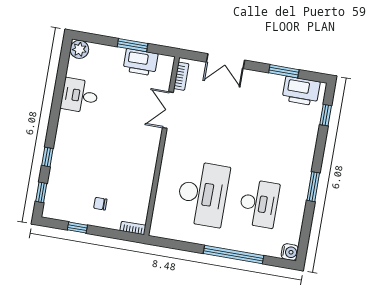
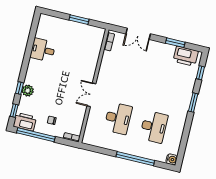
plant: (79, 49) -> (28, 91), moved
printer: (140, 62) -> (25, 122), moved, turned 180
double door: (168, 110) -> (91, 95), moved
window: (313, 187) -> (193, 103), moved
desk: (203, 194) -> (118, 118), width x0.73, depth x0.77
window: (77, 228) -> (36, 135), width x3.17

